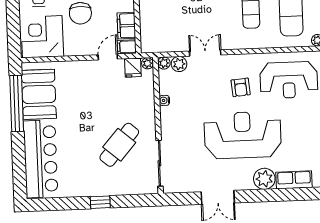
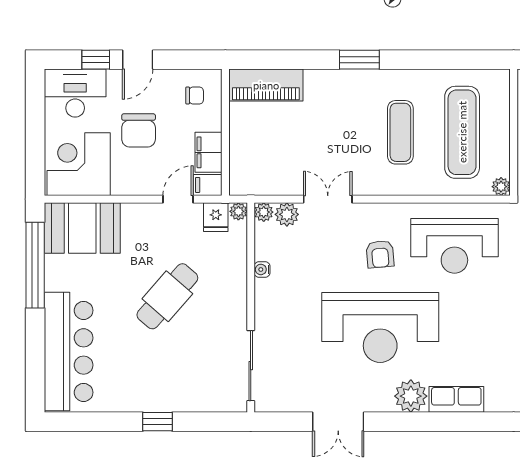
booth: (39, 94) -> (82, 228), moved, turned 90
reception desk: (243, 135) -> (380, 327), turned 180
cafe table: (119, 145) -> (167, 296), moved

